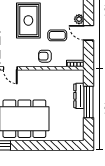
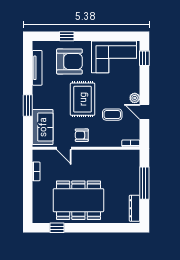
armchair: (45, 56) -> (82, 135), moved
dresser: (79, 96) -> (135, 208), moved

